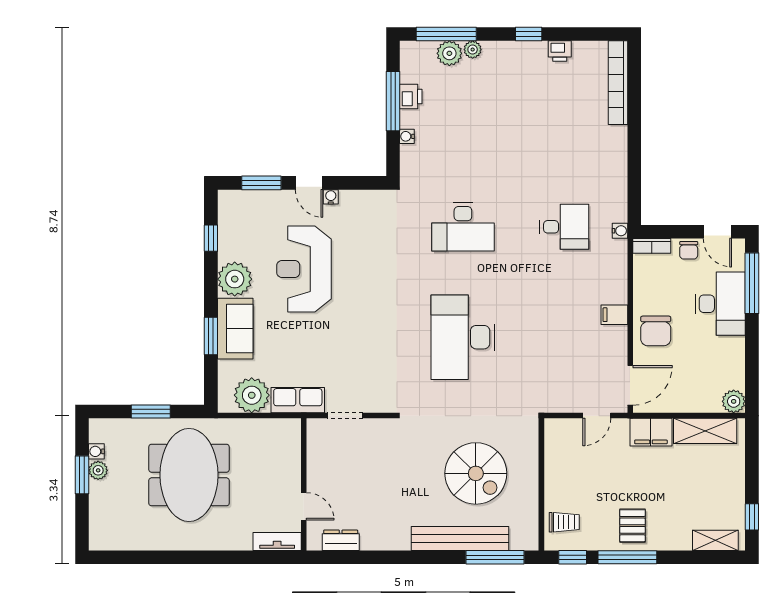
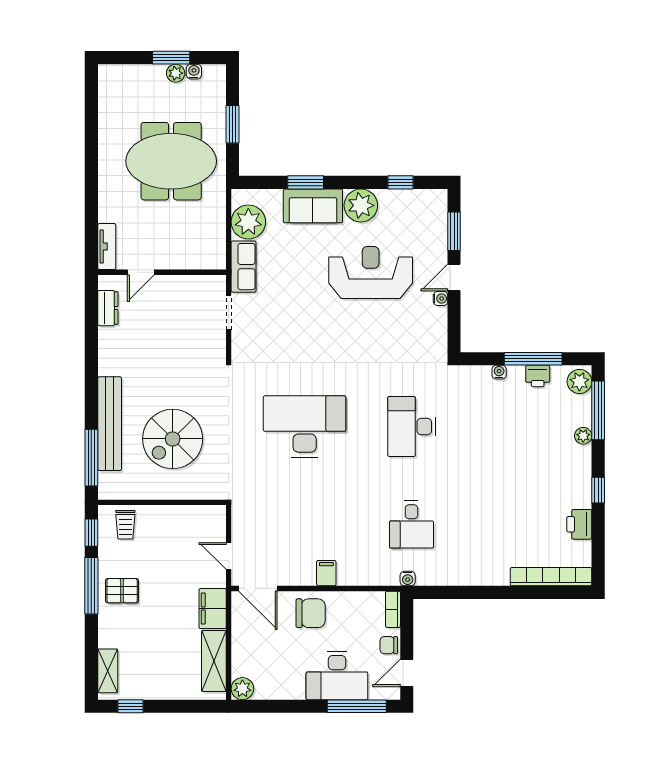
printer: (560, 51) -> (579, 524), width x1.36, depth x1.24
plant: (449, 53) -> (579, 382), moved
chair: (656, 331) -> (311, 613), turned 180

